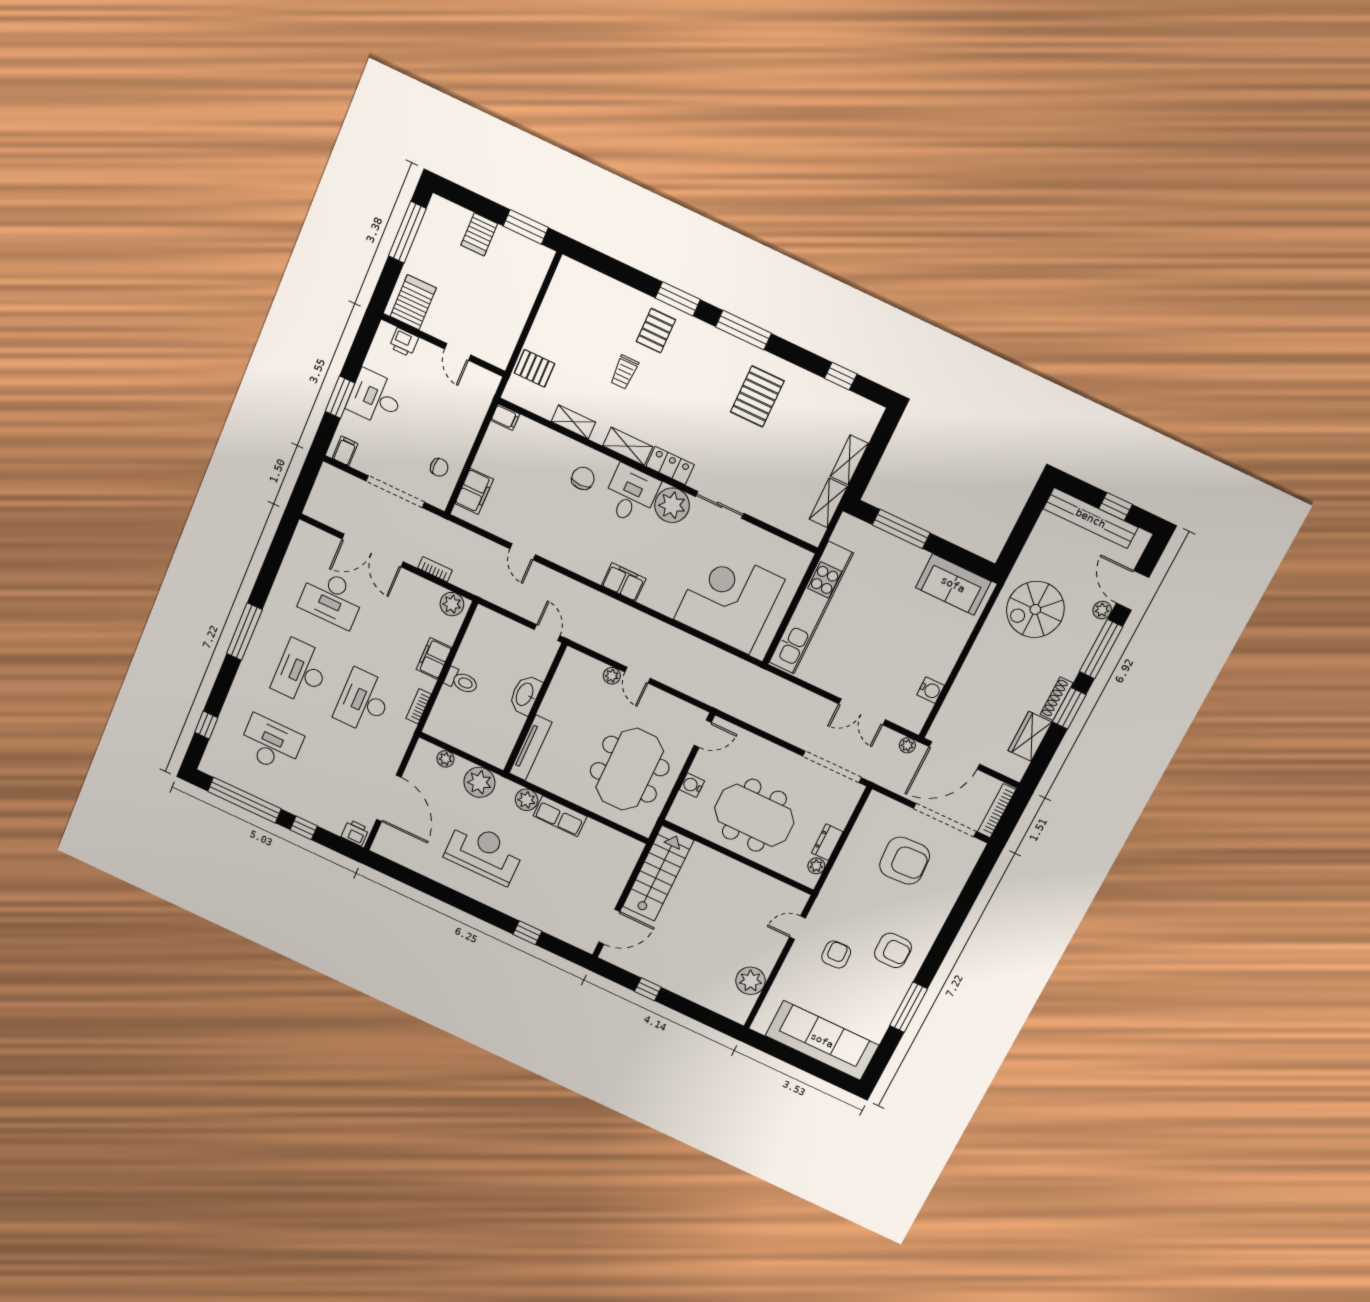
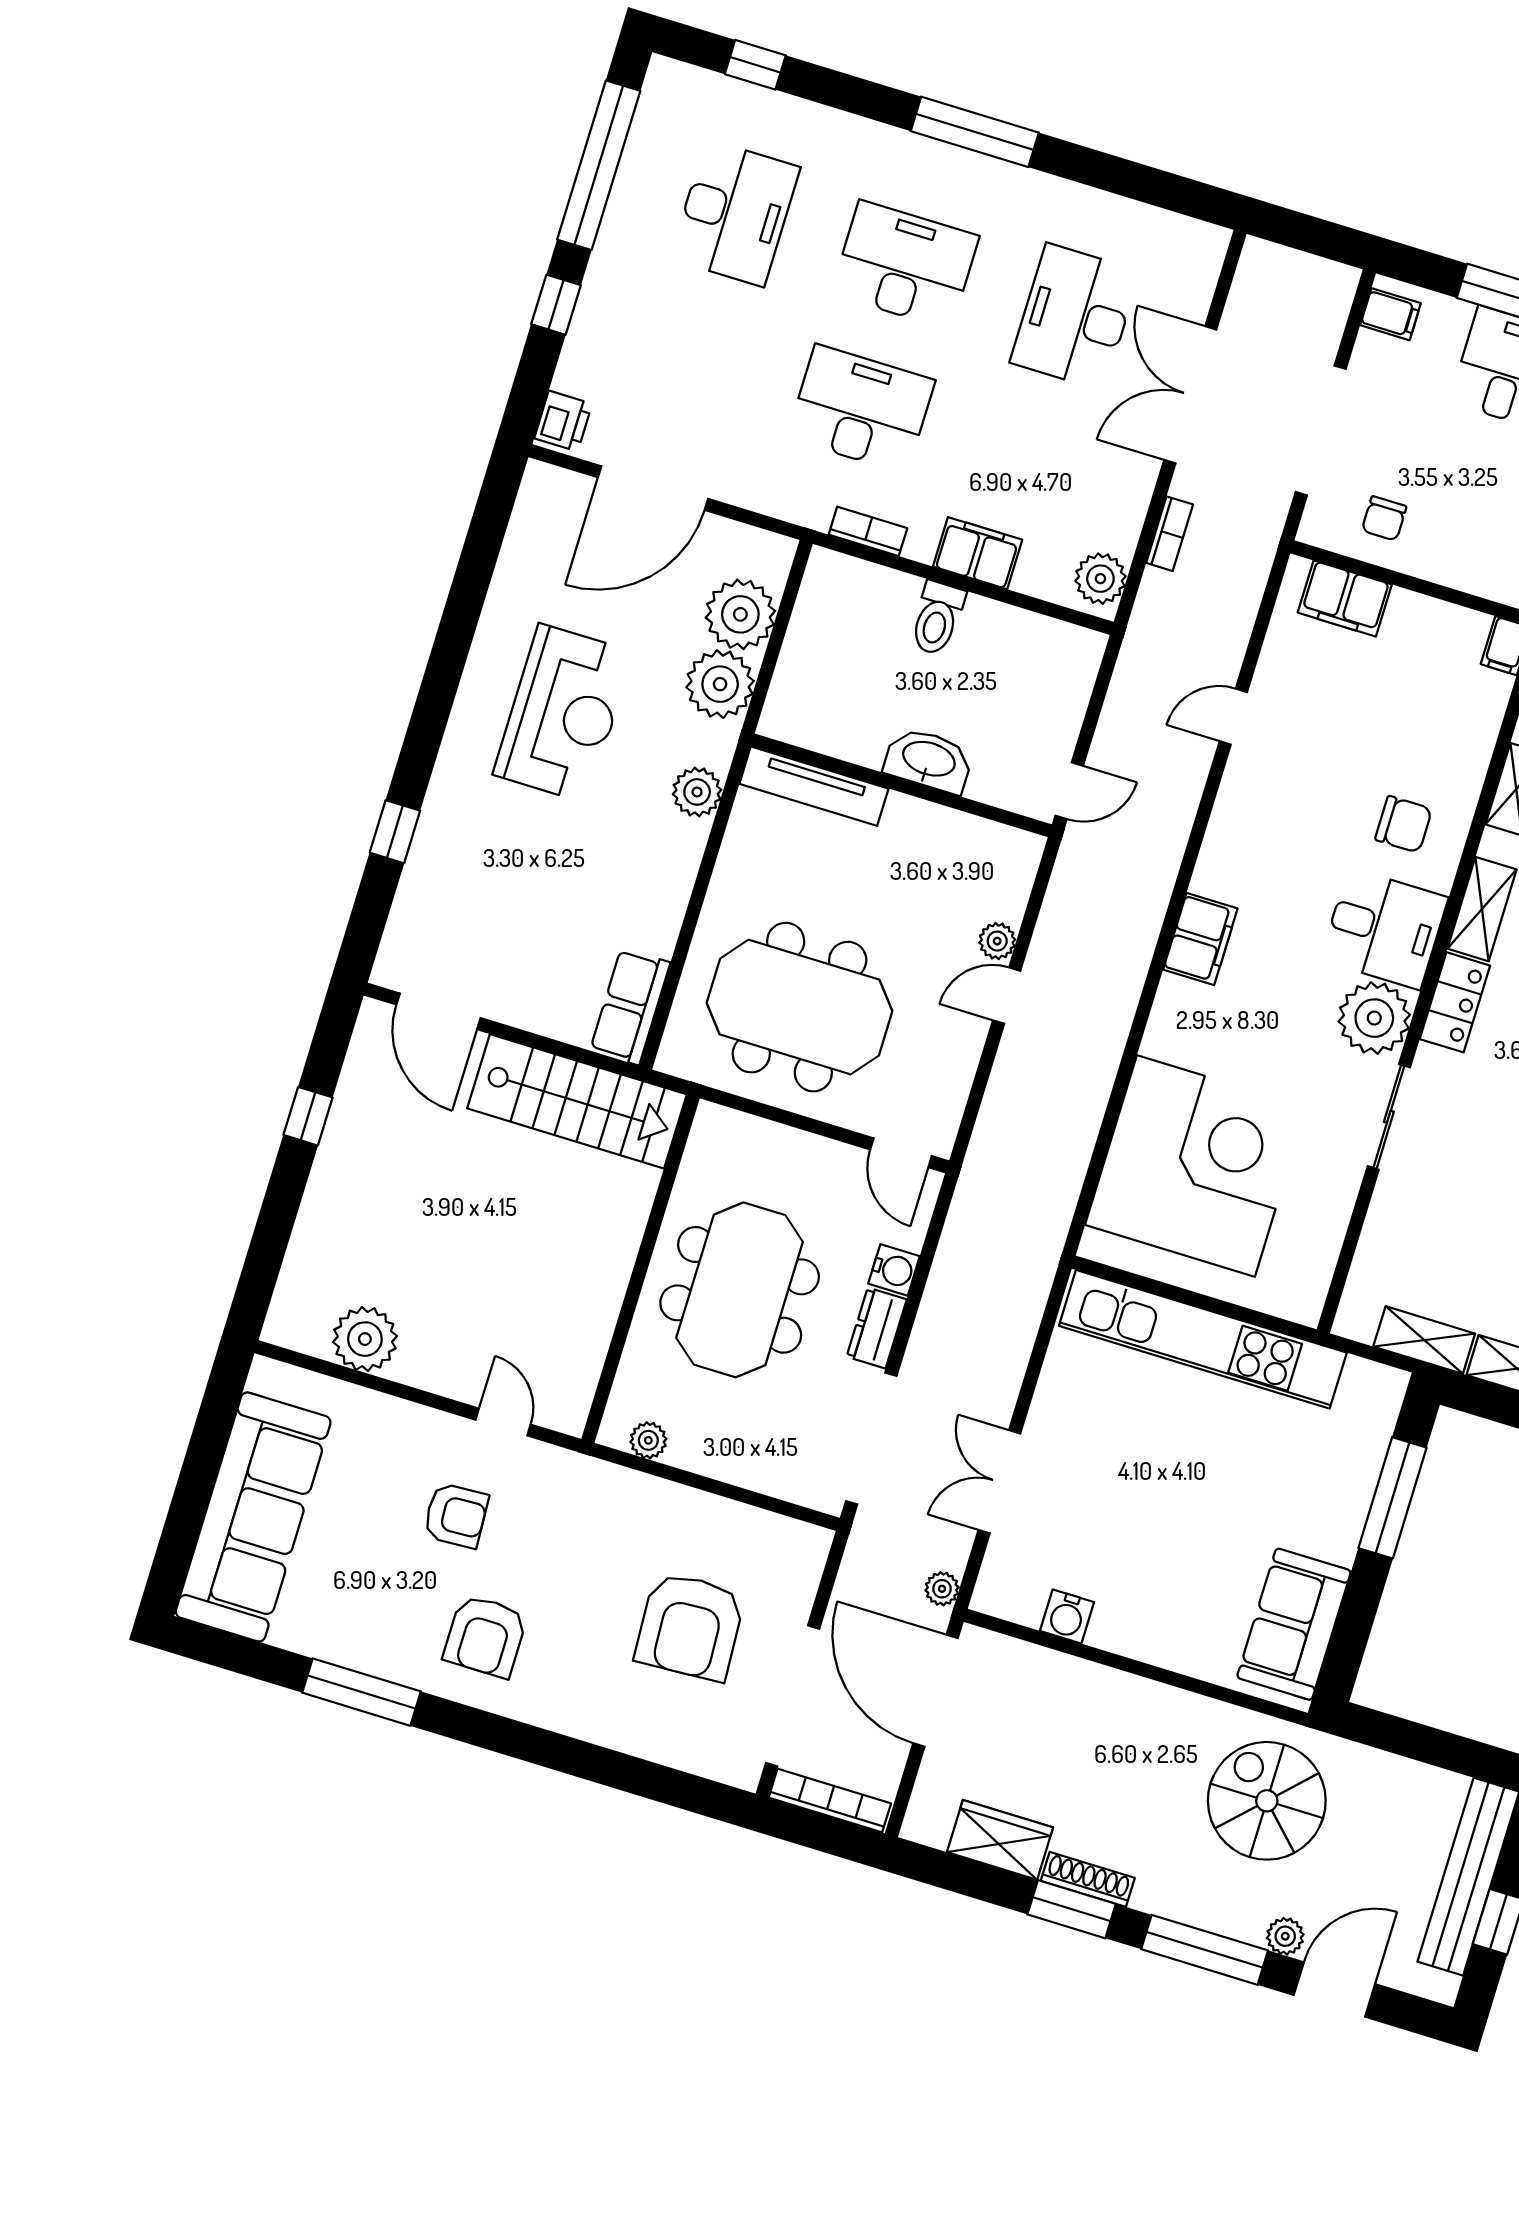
plant: (446, 759) -> (740, 614), width x1.88, depth x1.88
water cooler: (692, 785) -> (894, 1270), moved, turned 90
row of seats: (560, 816) -> (630, 1006), moved
dresser: (827, 842) -> (877, 1328), moved, turned -90

